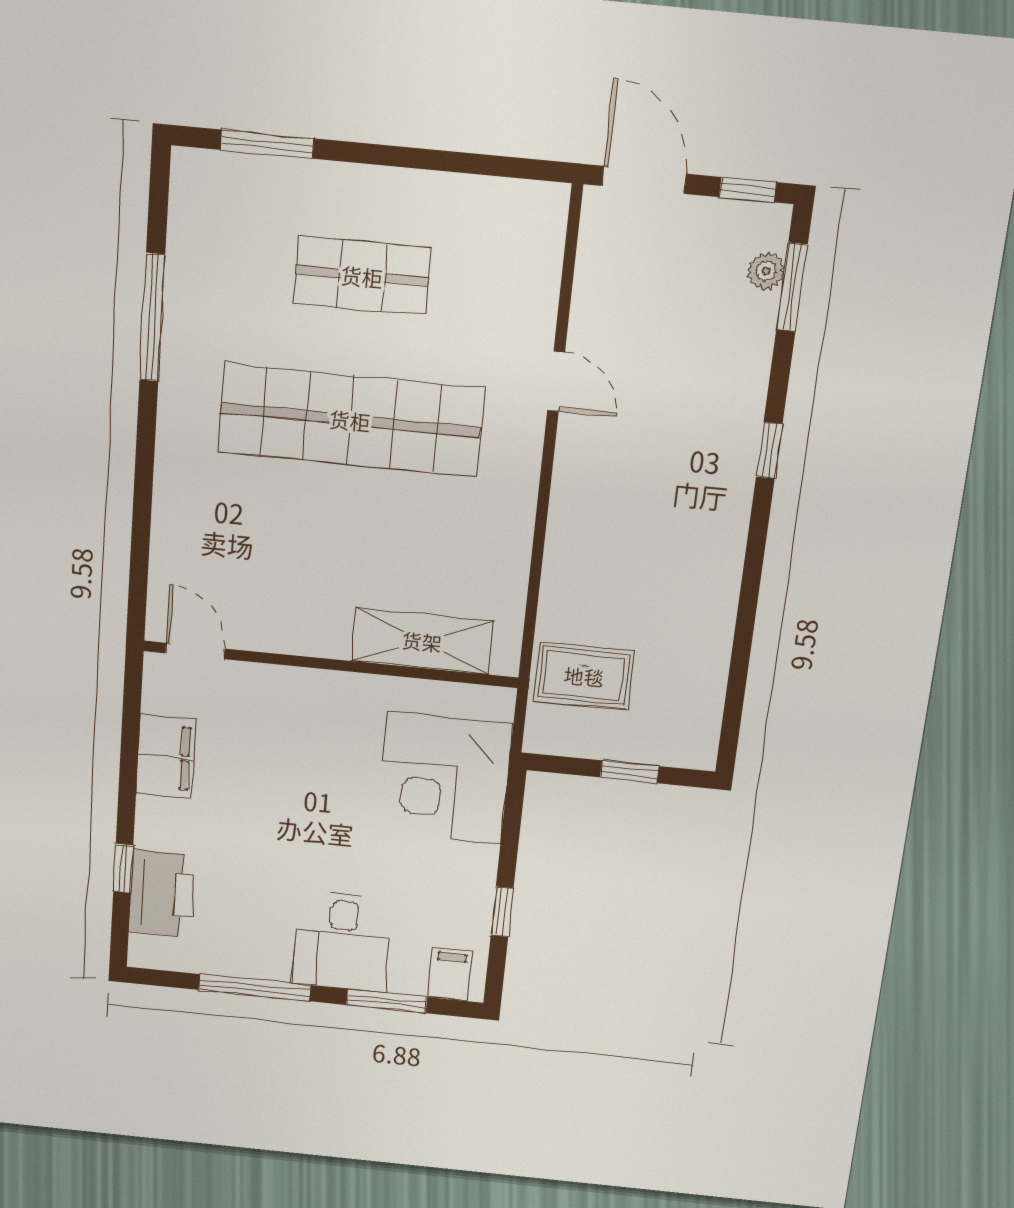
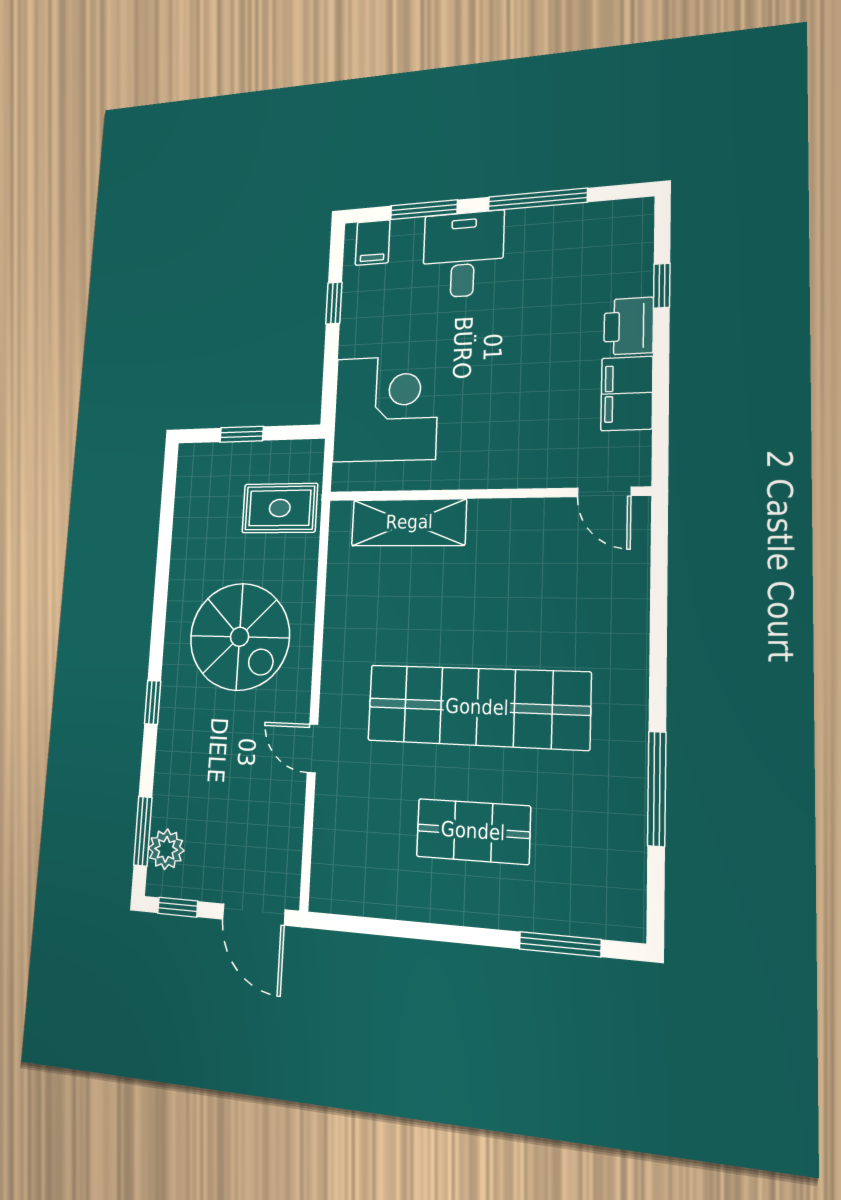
plant: (766, 271) -> (166, 849), width x1.38, depth x1.38
spiral stairs: (645, 524) -> (240, 637), added
printer: (162, 894) -> (629, 326), moved, width x0.73, depth x0.84

